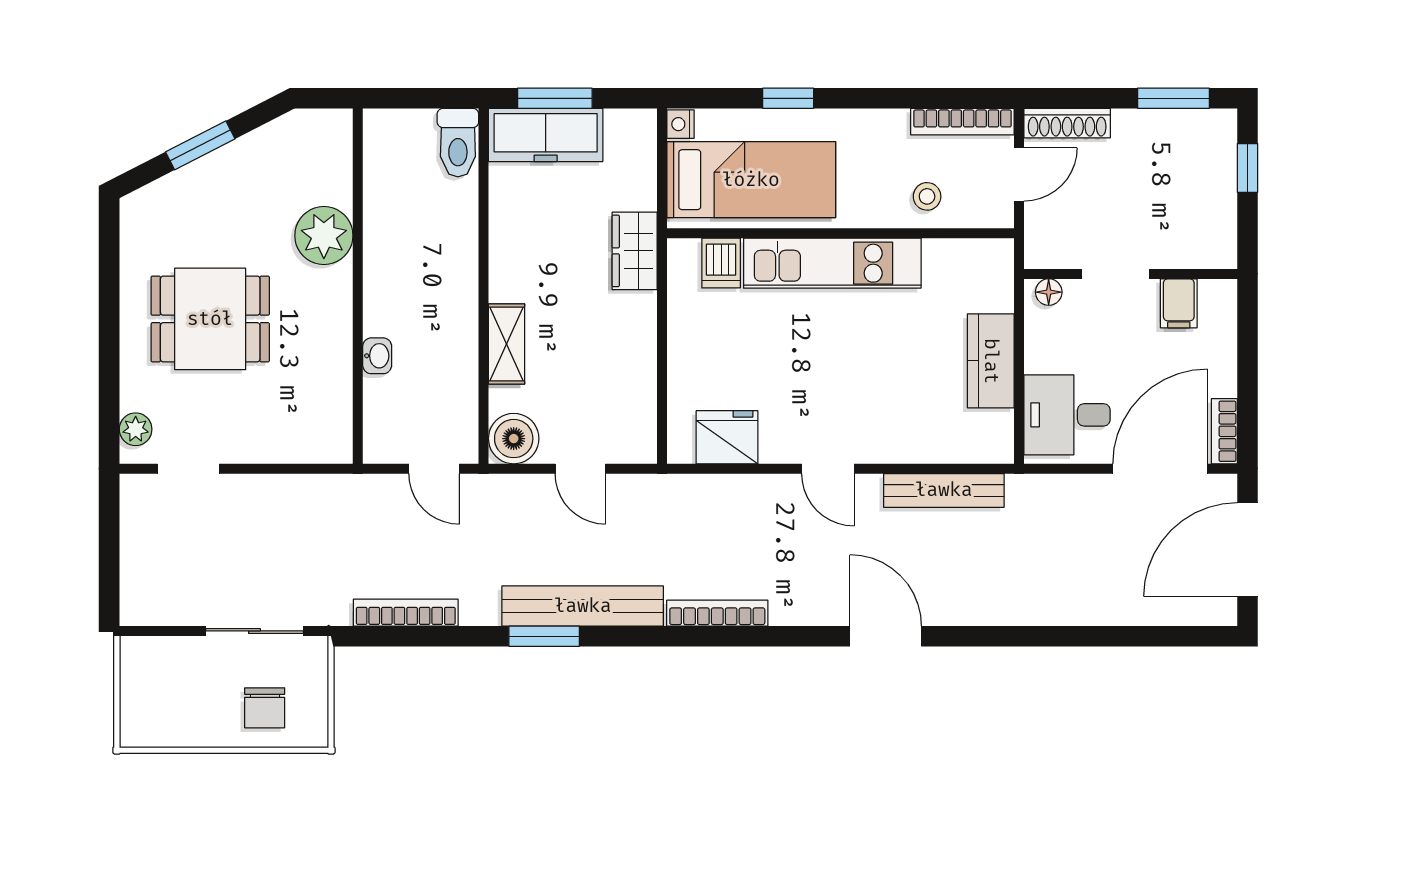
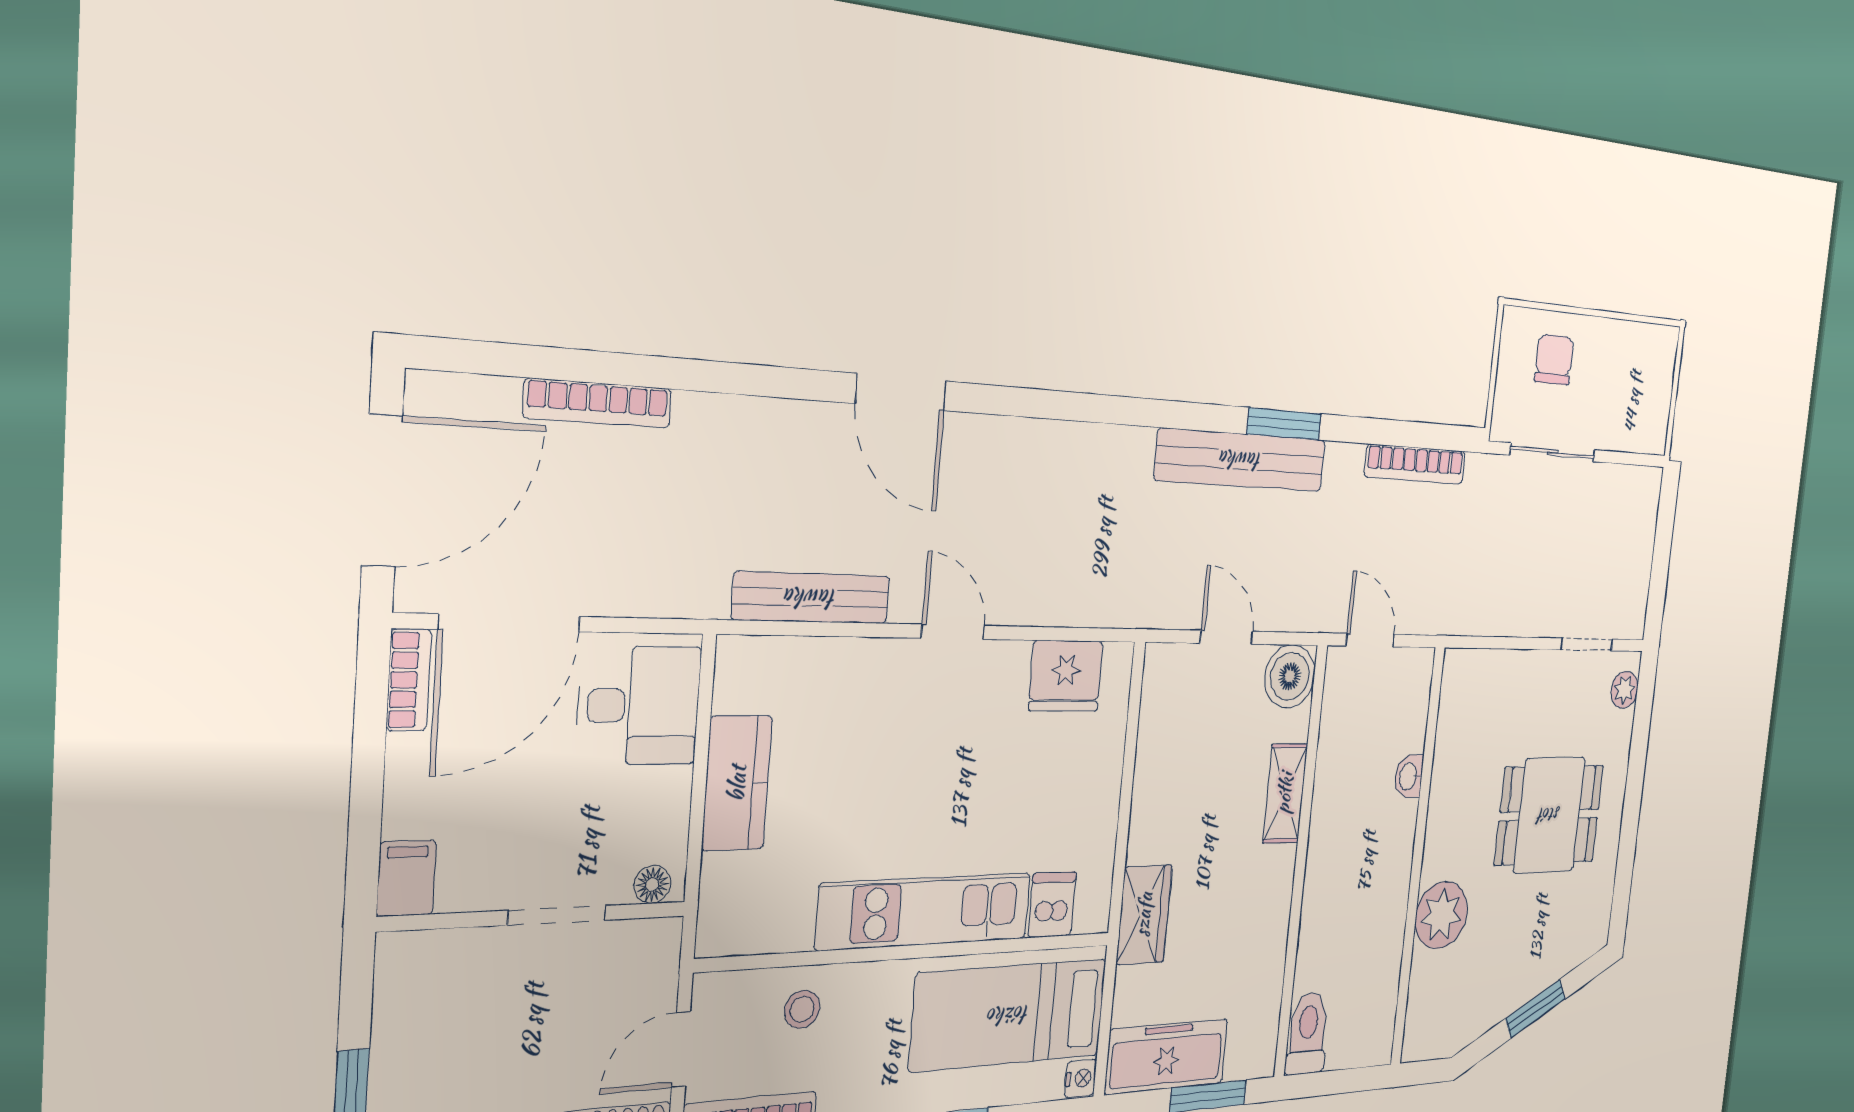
freezer: (546, 135) -> (1167, 1056), moved
filing cabinet: (1179, 303) -> (406, 878), moved
bookcase: (717, 613) -> (598, 403), moved

